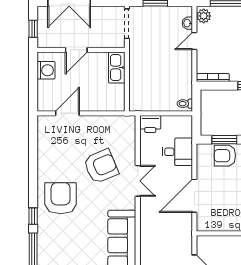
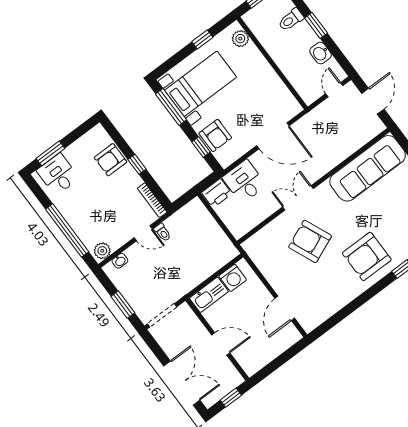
door: (194, 41) -> (143, 233), moved
washing machine: (46, 70) -> (233, 278), moved, turned 180
toilet: (185, 104) -> (163, 232), moved
door: (67, 113) -> (285, 308), hinge flipped
printer: (150, 124) -> (217, 193), moved, turned 90
window: (224, 140) -> (201, 147), width x0.67

